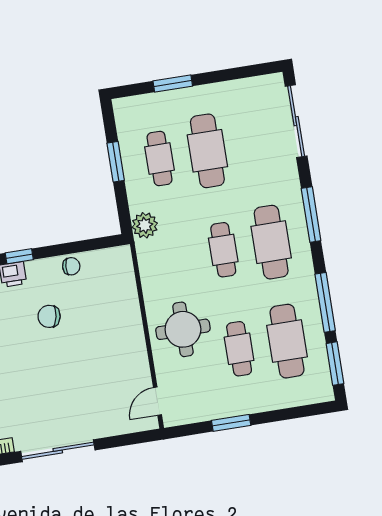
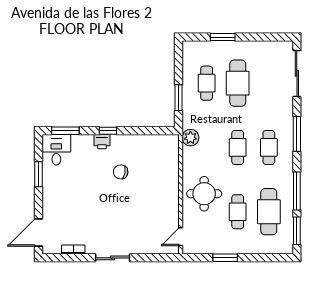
window: (116, 162) -> (179, 98), moved
plant: (145, 225) -> (190, 138), moved
cafe table: (271, 242) -> (269, 147), width x0.73, depth x0.74
chair: (71, 266) -> (140, 142), removed
sliding door: (58, 451) -> (113, 258), width x0.73

